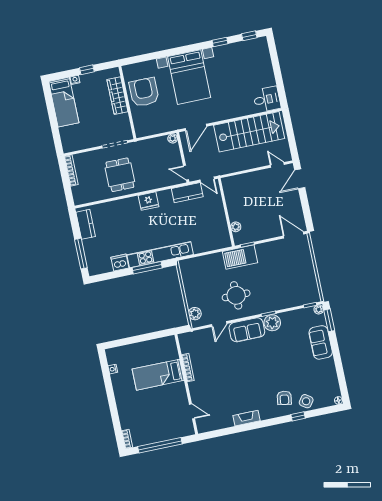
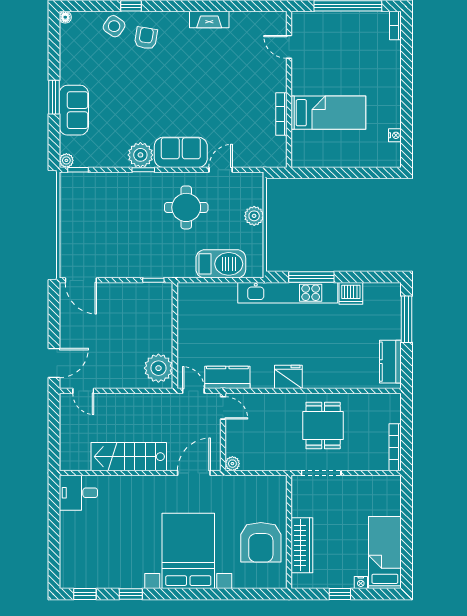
stairs: (249, 132) -> (129, 457), width x0.73, depth x0.66
plant: (236, 227) -> (158, 368), moved, width x1.88, depth x1.88
barbecue: (240, 257) -> (221, 264), moved
plant: (195, 314) -> (254, 216), moved
window: (329, 320) -> (54, 97), moved

